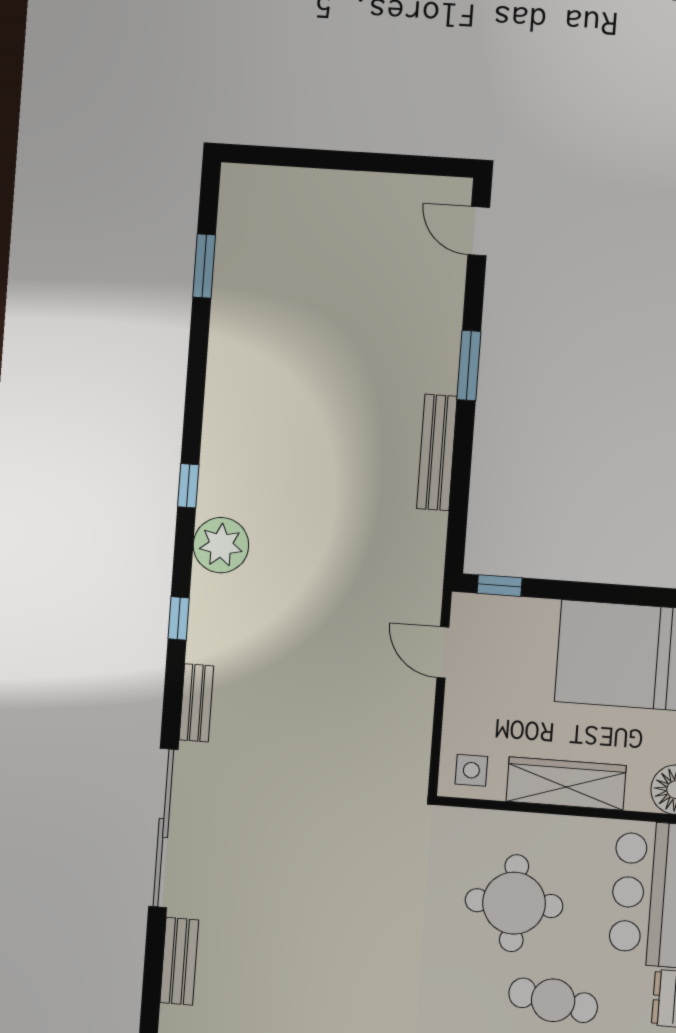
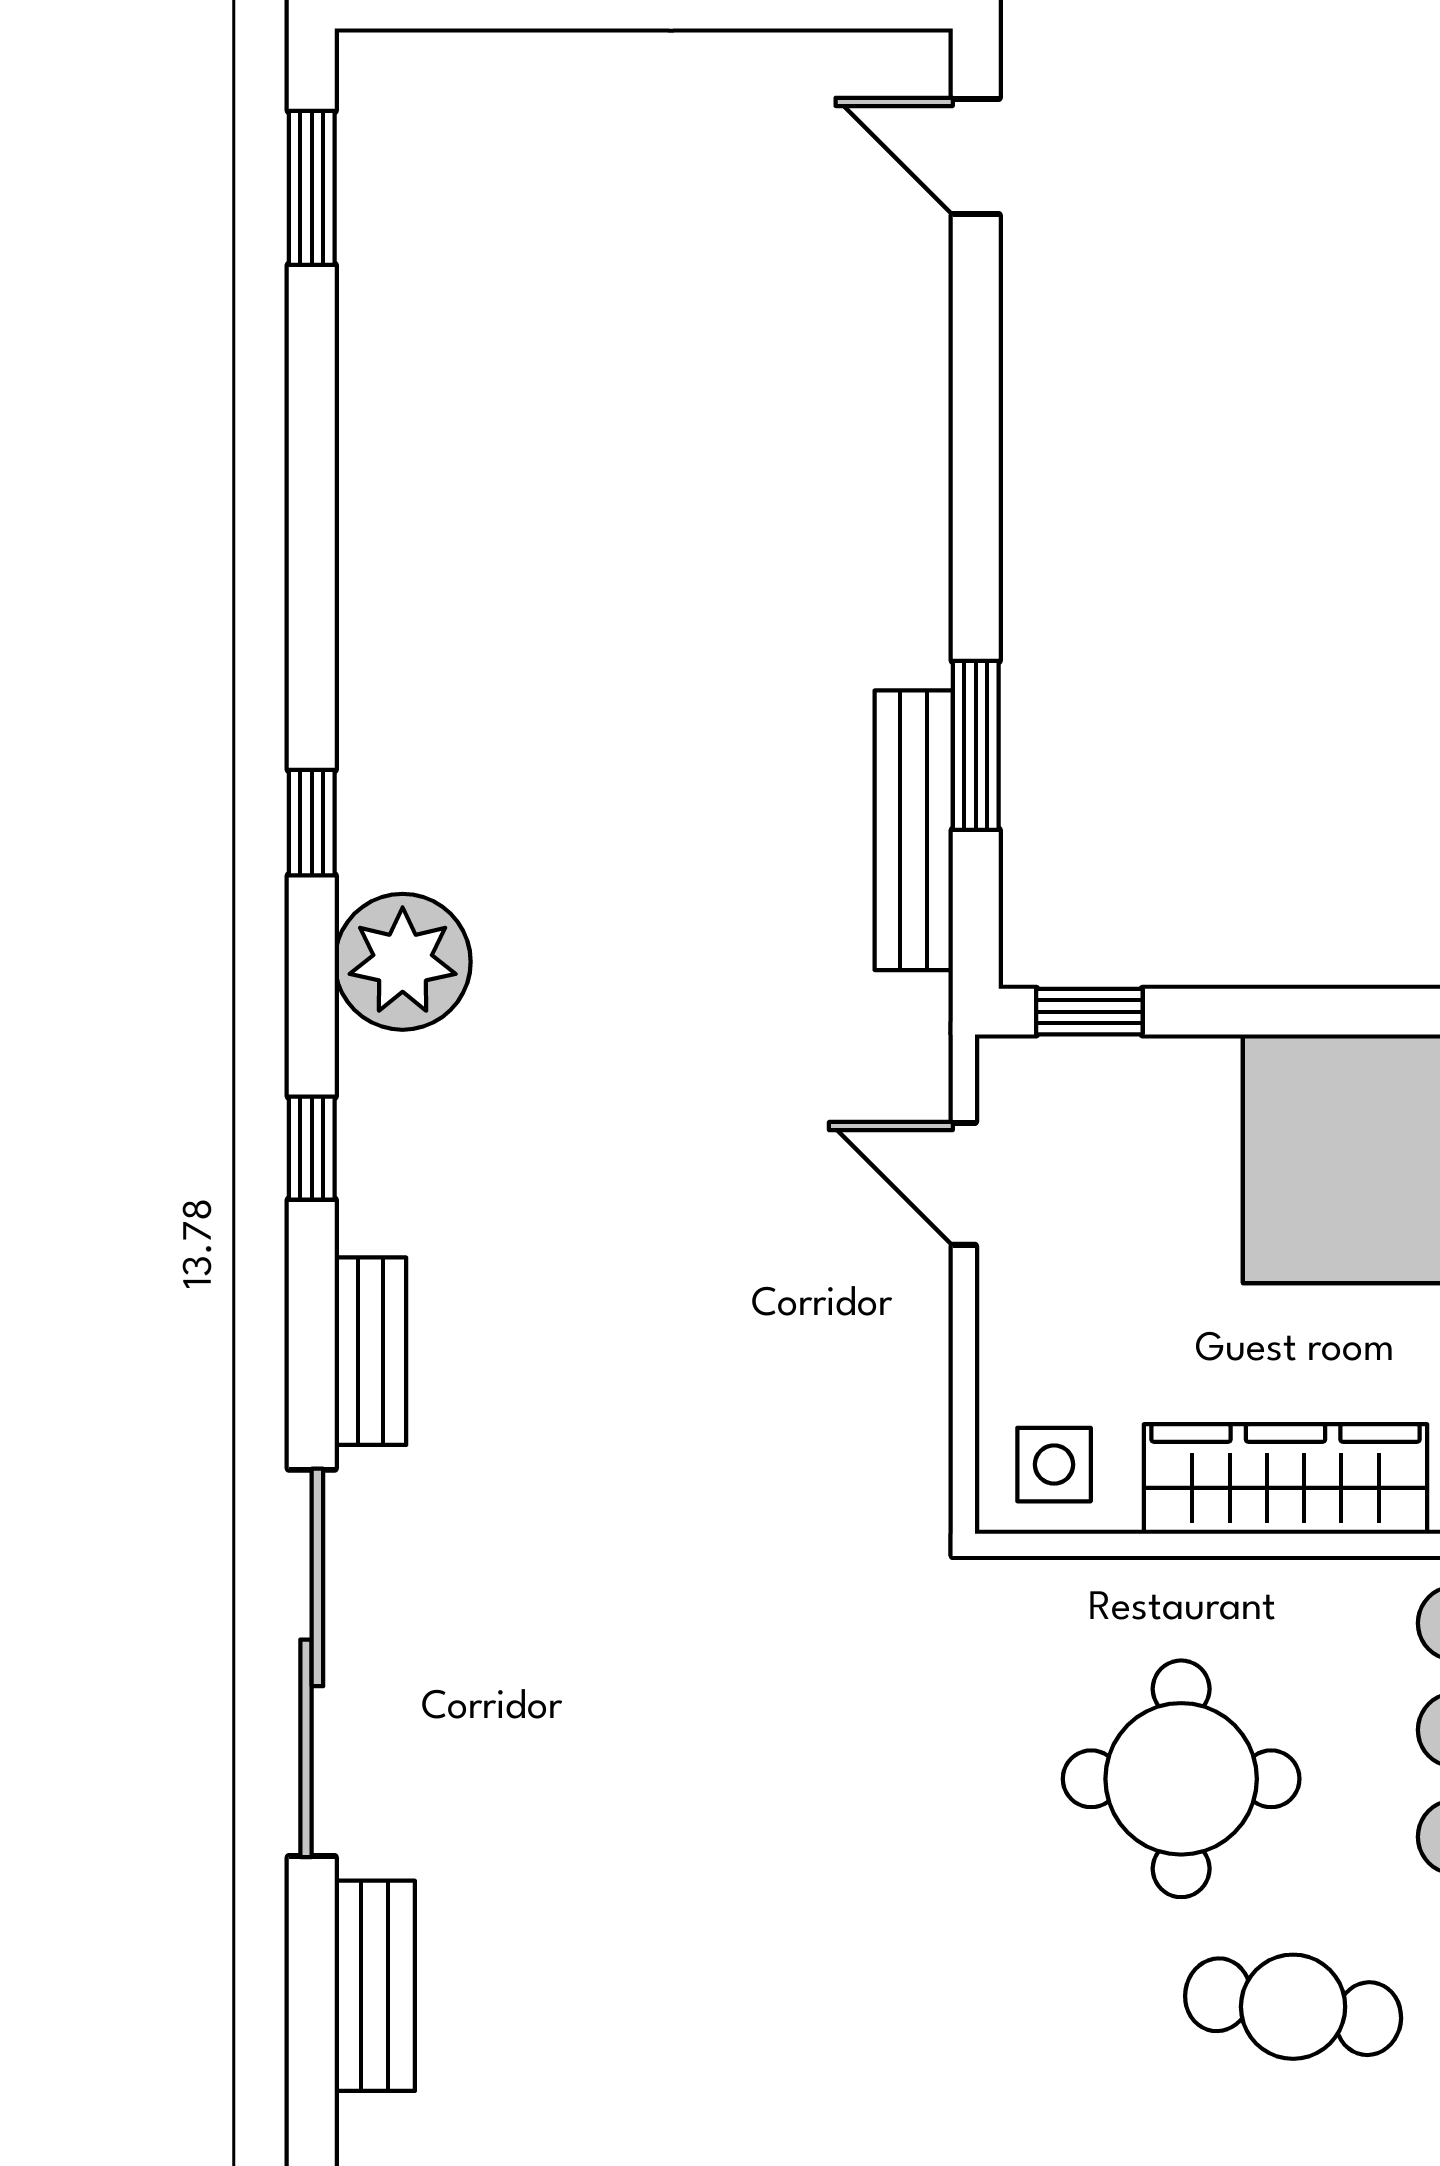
window: (204, 266) -> (312, 188), moved
window: (469, 366) -> (976, 745), moved
bench: (437, 452) -> (914, 830), moved

